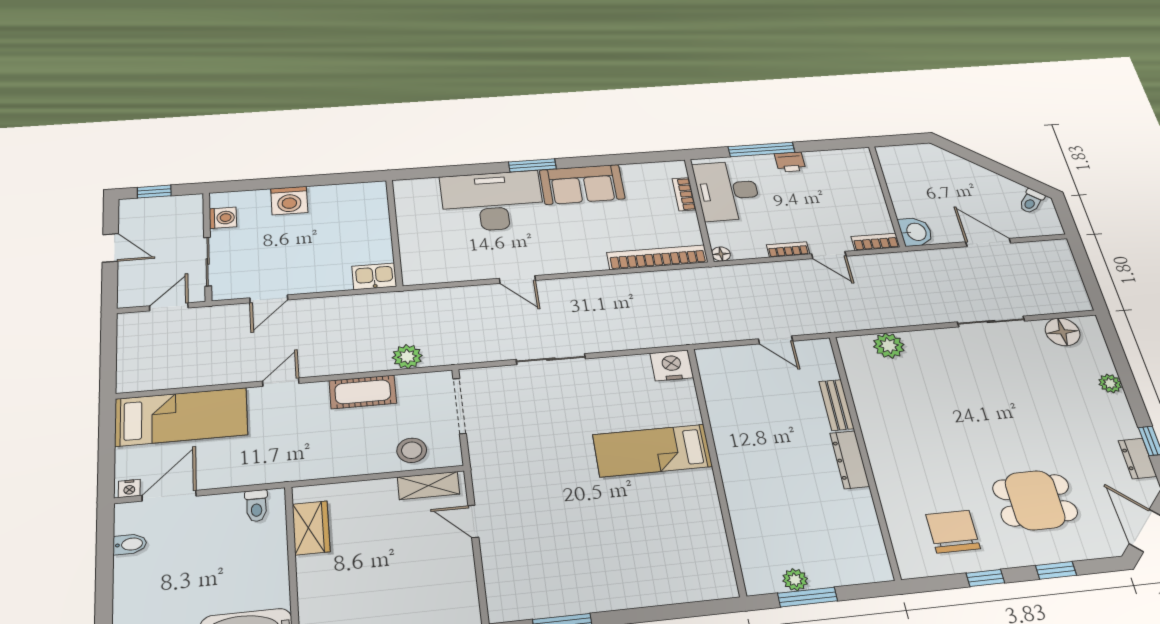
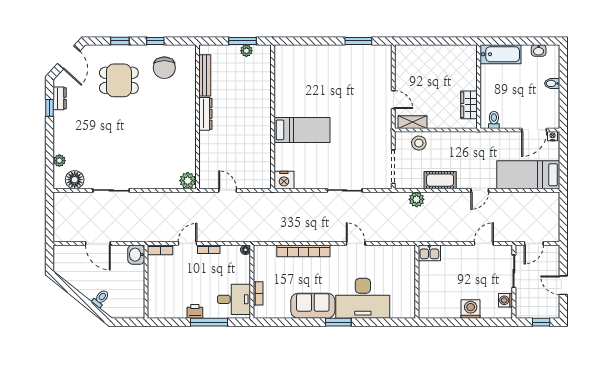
desk: (727, 191) -> (234, 299), width x0.73
toilet: (1031, 201) -> (101, 298), moved
door: (829, 255) -> (187, 243), hinge flipped
bookcase: (657, 257) -> (303, 251), moved
plant: (889, 346) -> (188, 181), moved
plant: (1110, 383) -> (59, 161), moved
bench: (836, 405) -> (205, 75), moved, width x1.36
bidet: (130, 544) -> (552, 83), moved

